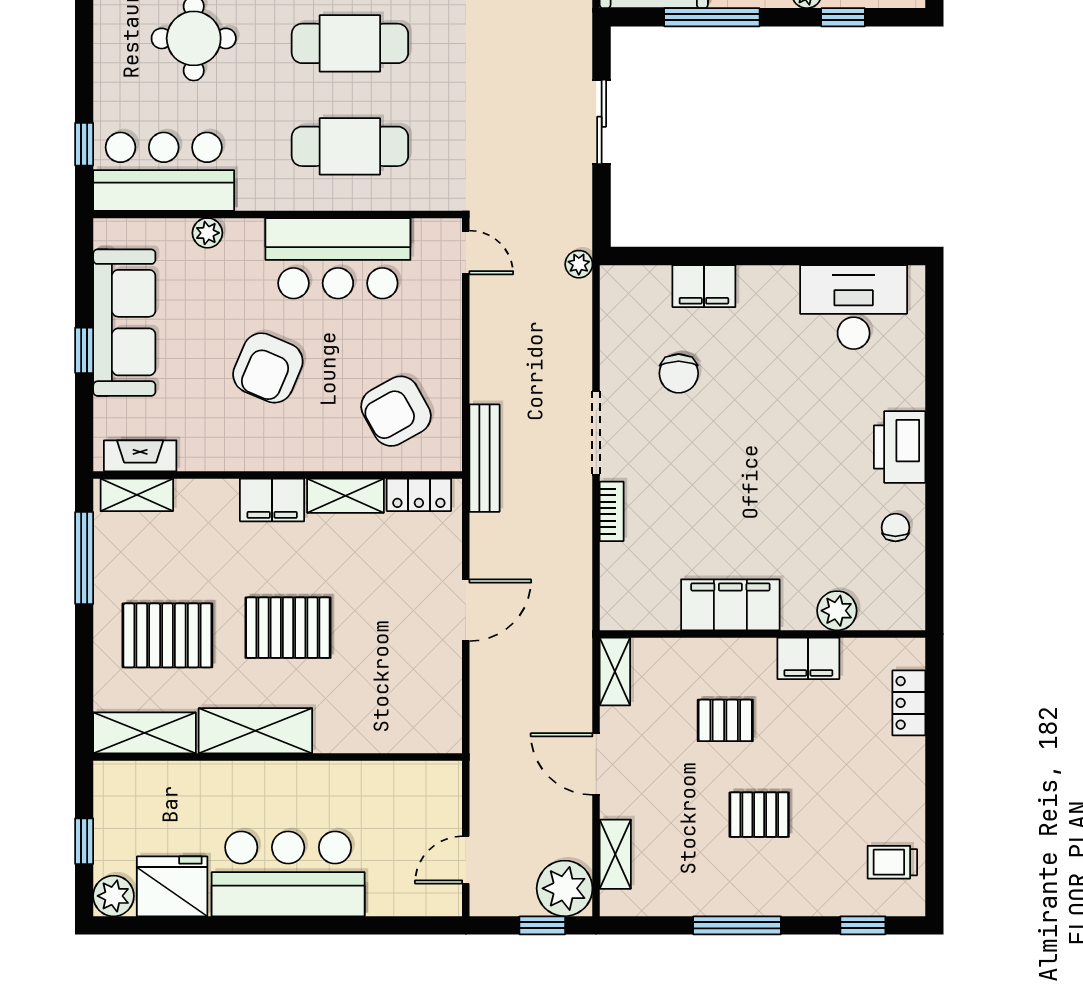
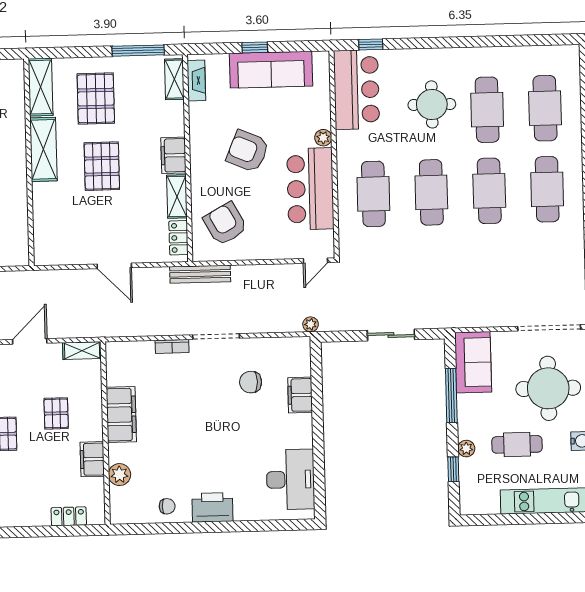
plant: (207, 233) -> (323, 138), moved

